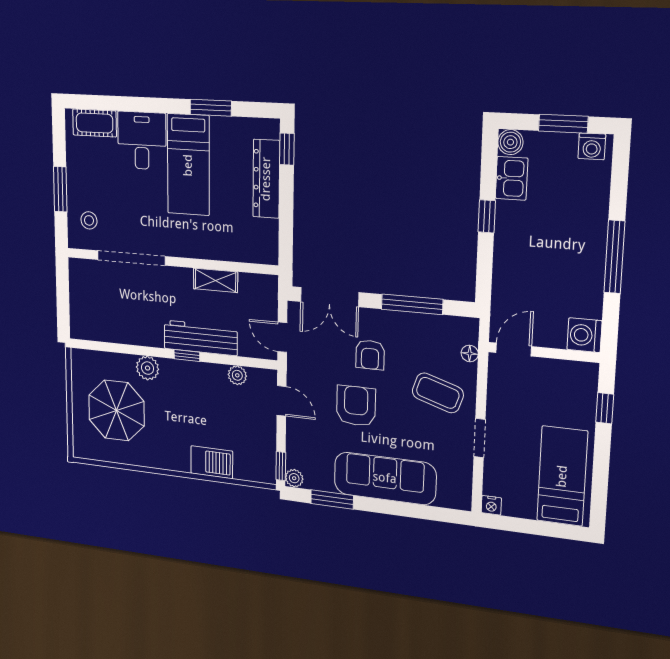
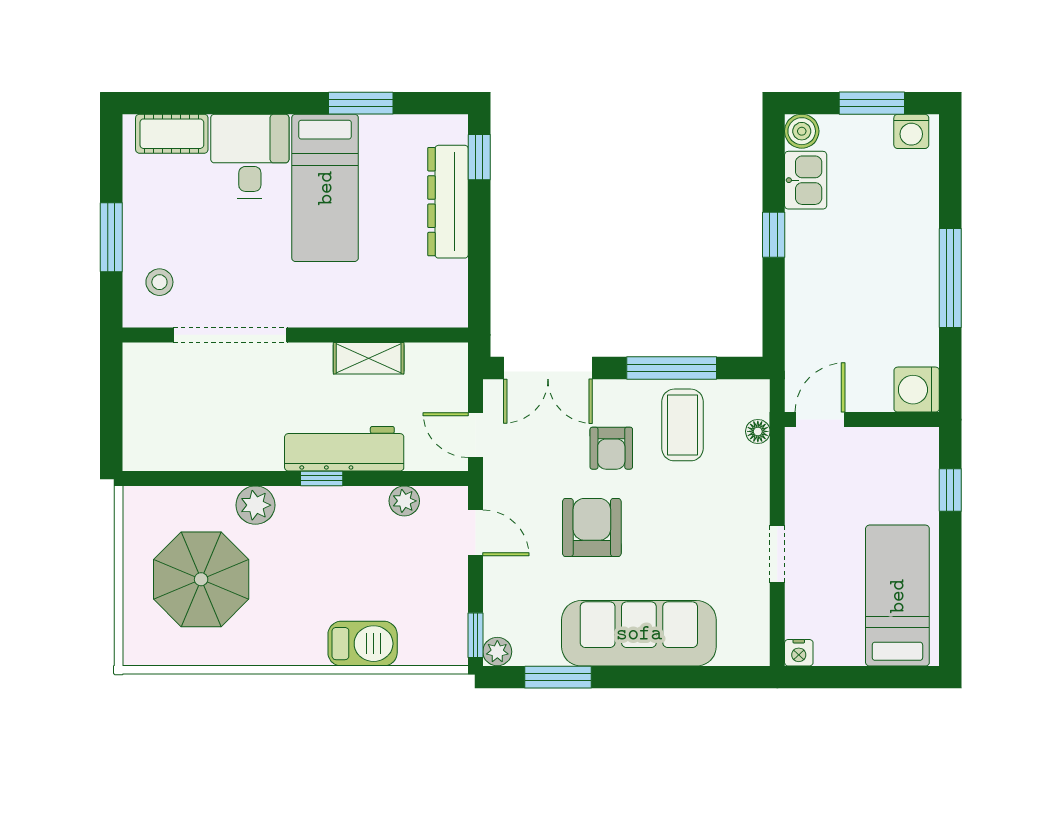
coffee table: (438, 393) -> (683, 425), moved, turned 72

